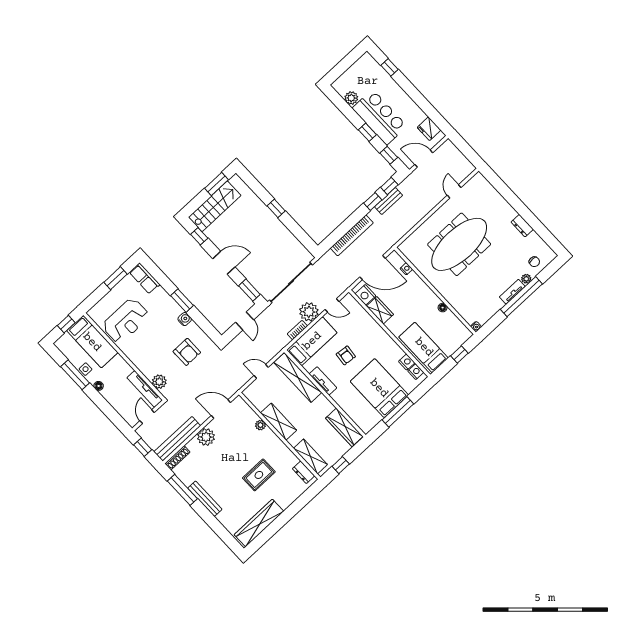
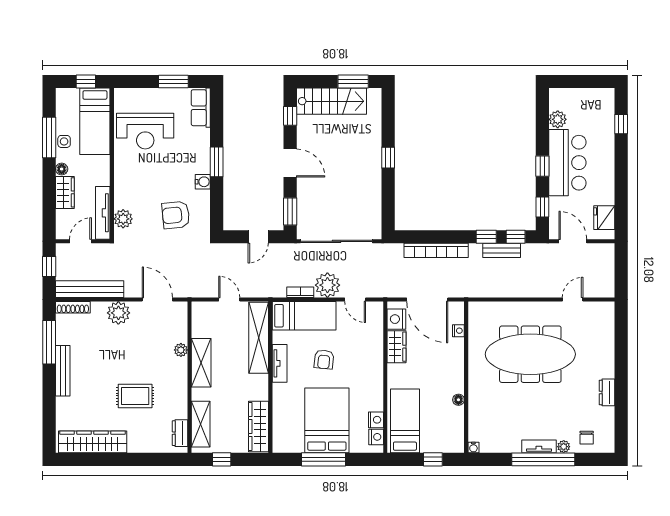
armchair: (187, 352) -> (176, 215), turned 84
wardrobe: (113, 397) -> (65, 192), added

